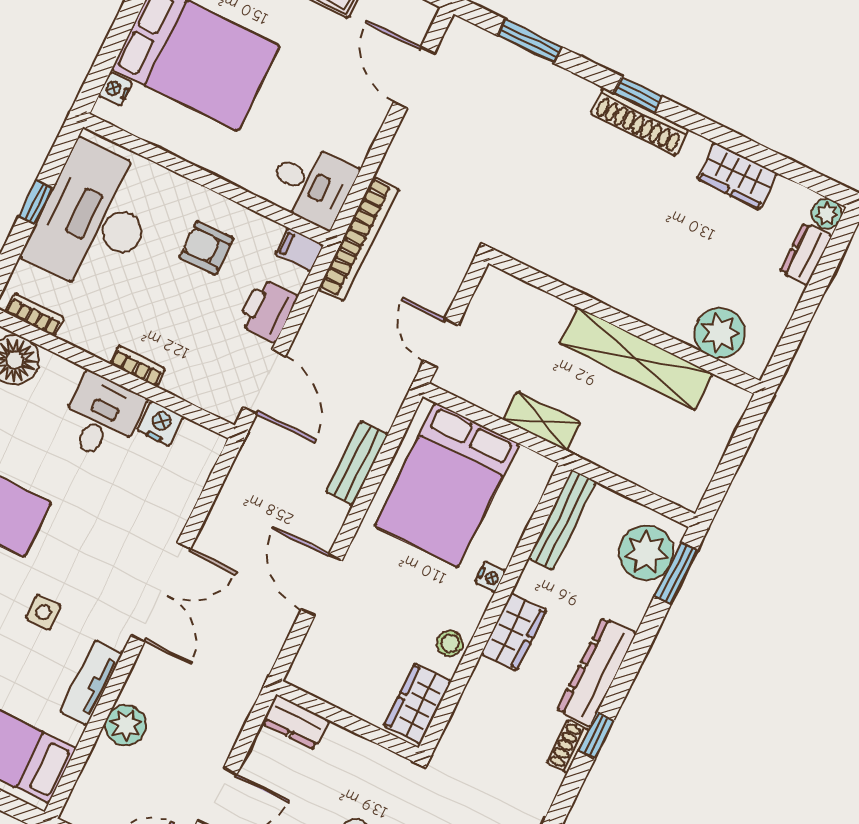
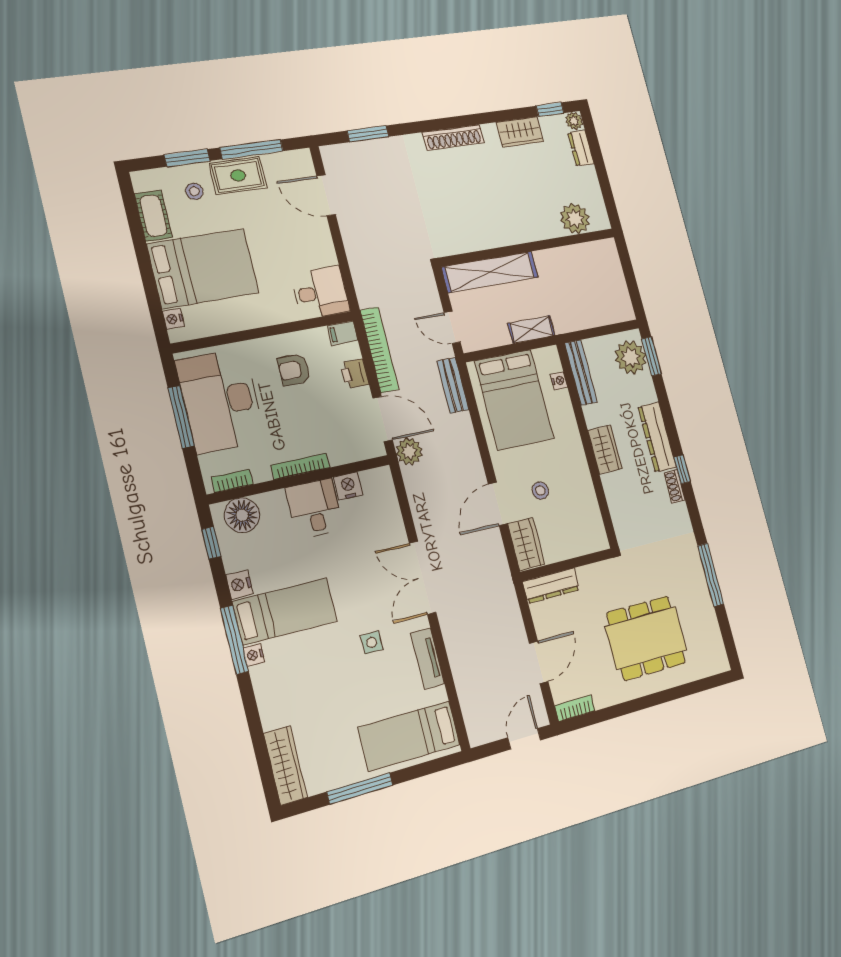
window: (638, 95) -> (550, 109), moved
window: (36, 203) -> (181, 417), width x2.17
bookcase: (358, 239) -> (379, 350), moved
printer: (268, 310) -> (355, 374), width x0.73, depth x0.81
shelving: (636, 359) -> (490, 272), moved
bookcase: (137, 366) -> (301, 466), width x1.56
bench: (357, 463) -> (453, 385), moved
nightstand: (490, 577) -> (559, 381), moved
door: (322, 585) -> (498, 504), hinge flipped
double door: (161, 592) -> (423, 578), swing flipped
stool: (450, 643) -> (540, 491), moved
wardrobe: (418, 704) -> (526, 544), moved, turned 180
dresser: (295, 722) -> (551, 586), width x1.44
plant: (126, 725) -> (409, 451), moved

